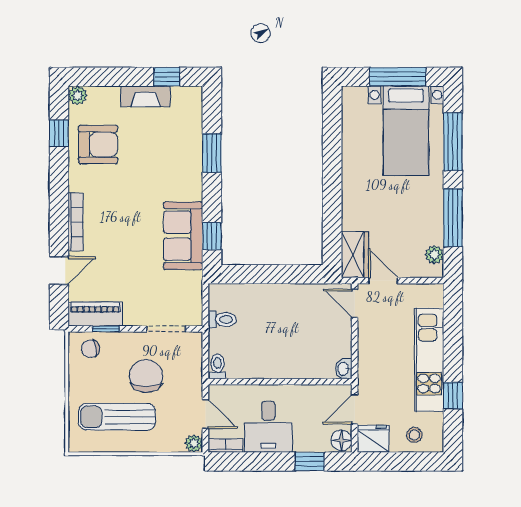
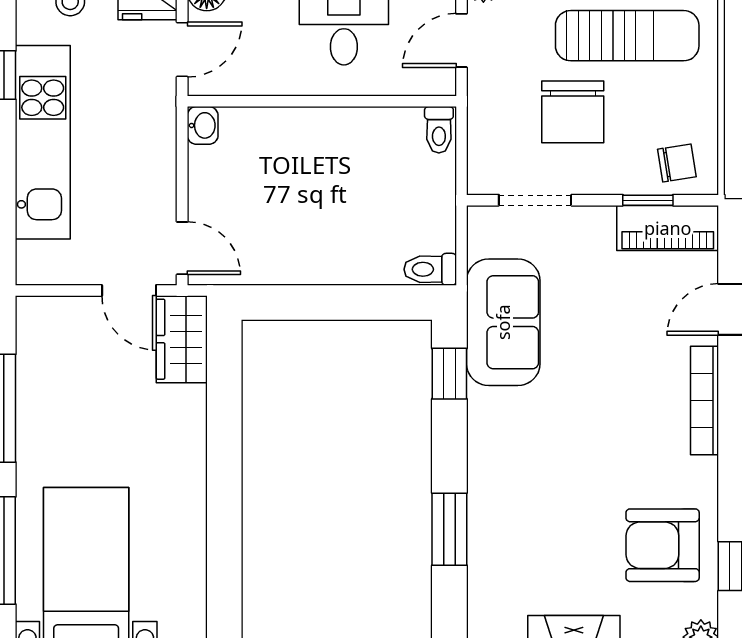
sofa: (183, 236) -> (503, 322), moved
plant: (434, 255) -> (33, 339), removed
toilet: (222, 319) -> (430, 269), moved
door: (205, 414) -> (461, 40), hinge flipped

